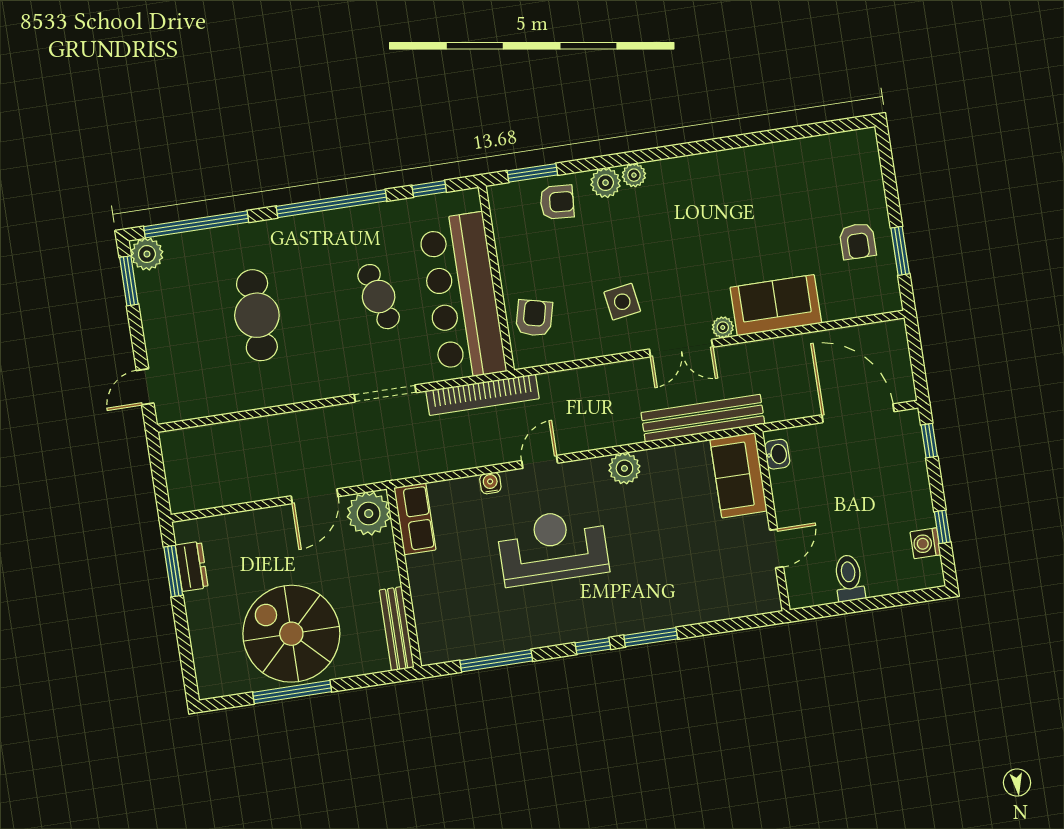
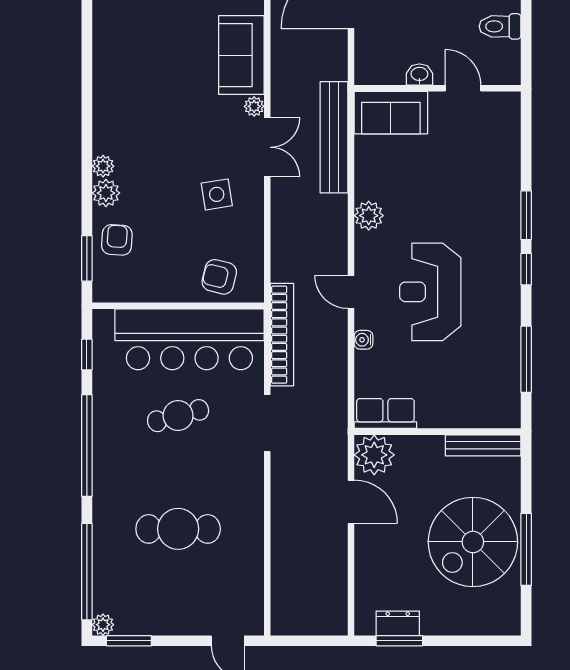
plant: (147, 254) -> (103, 625), width x0.73, depth x0.73
washbasin: (777, 454) -> (419, 75), moved

